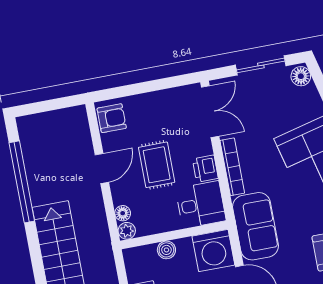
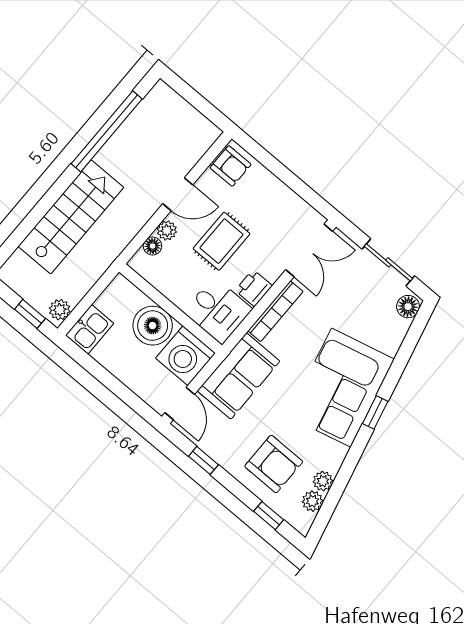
plant: (127, 231) -> (167, 230), moved
boiler: (166, 250) -> (153, 326), width x1.86, depth x1.86

